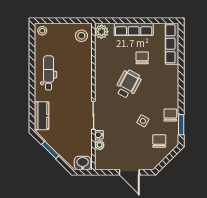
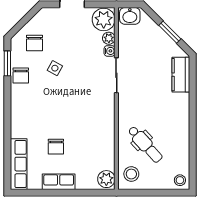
row of seats: (134, 29) -> (59, 182), width x0.68
dental chair: (49, 73) -> (145, 144), moved, turned -42
wheelchair: (128, 84) -> (73, 114), removed
plant: (104, 160) -> (104, 19), added

